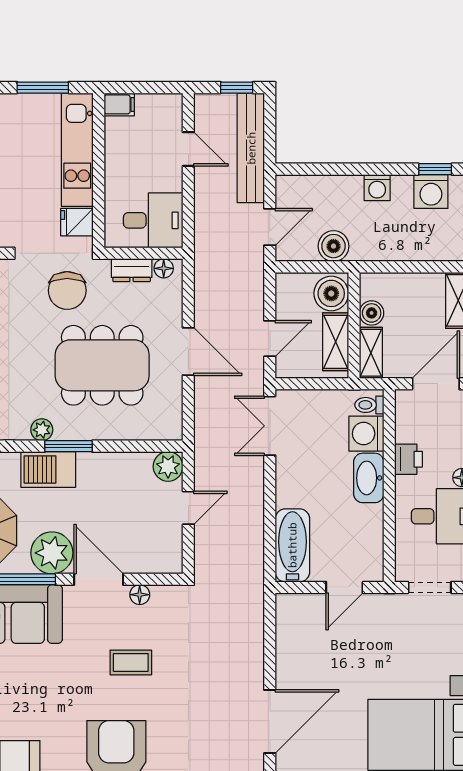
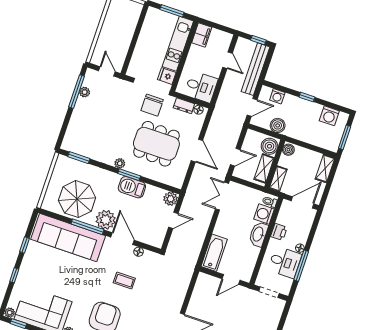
filing cabinet: (119, 104) -> (202, 35), width x2.00
window: (435, 169) -> (307, 97), moved
washing machine: (377, 188) -> (277, 96), moved
boiler: (372, 313) -> (288, 150), moved
barbecue: (48, 469) -> (132, 187), moved

